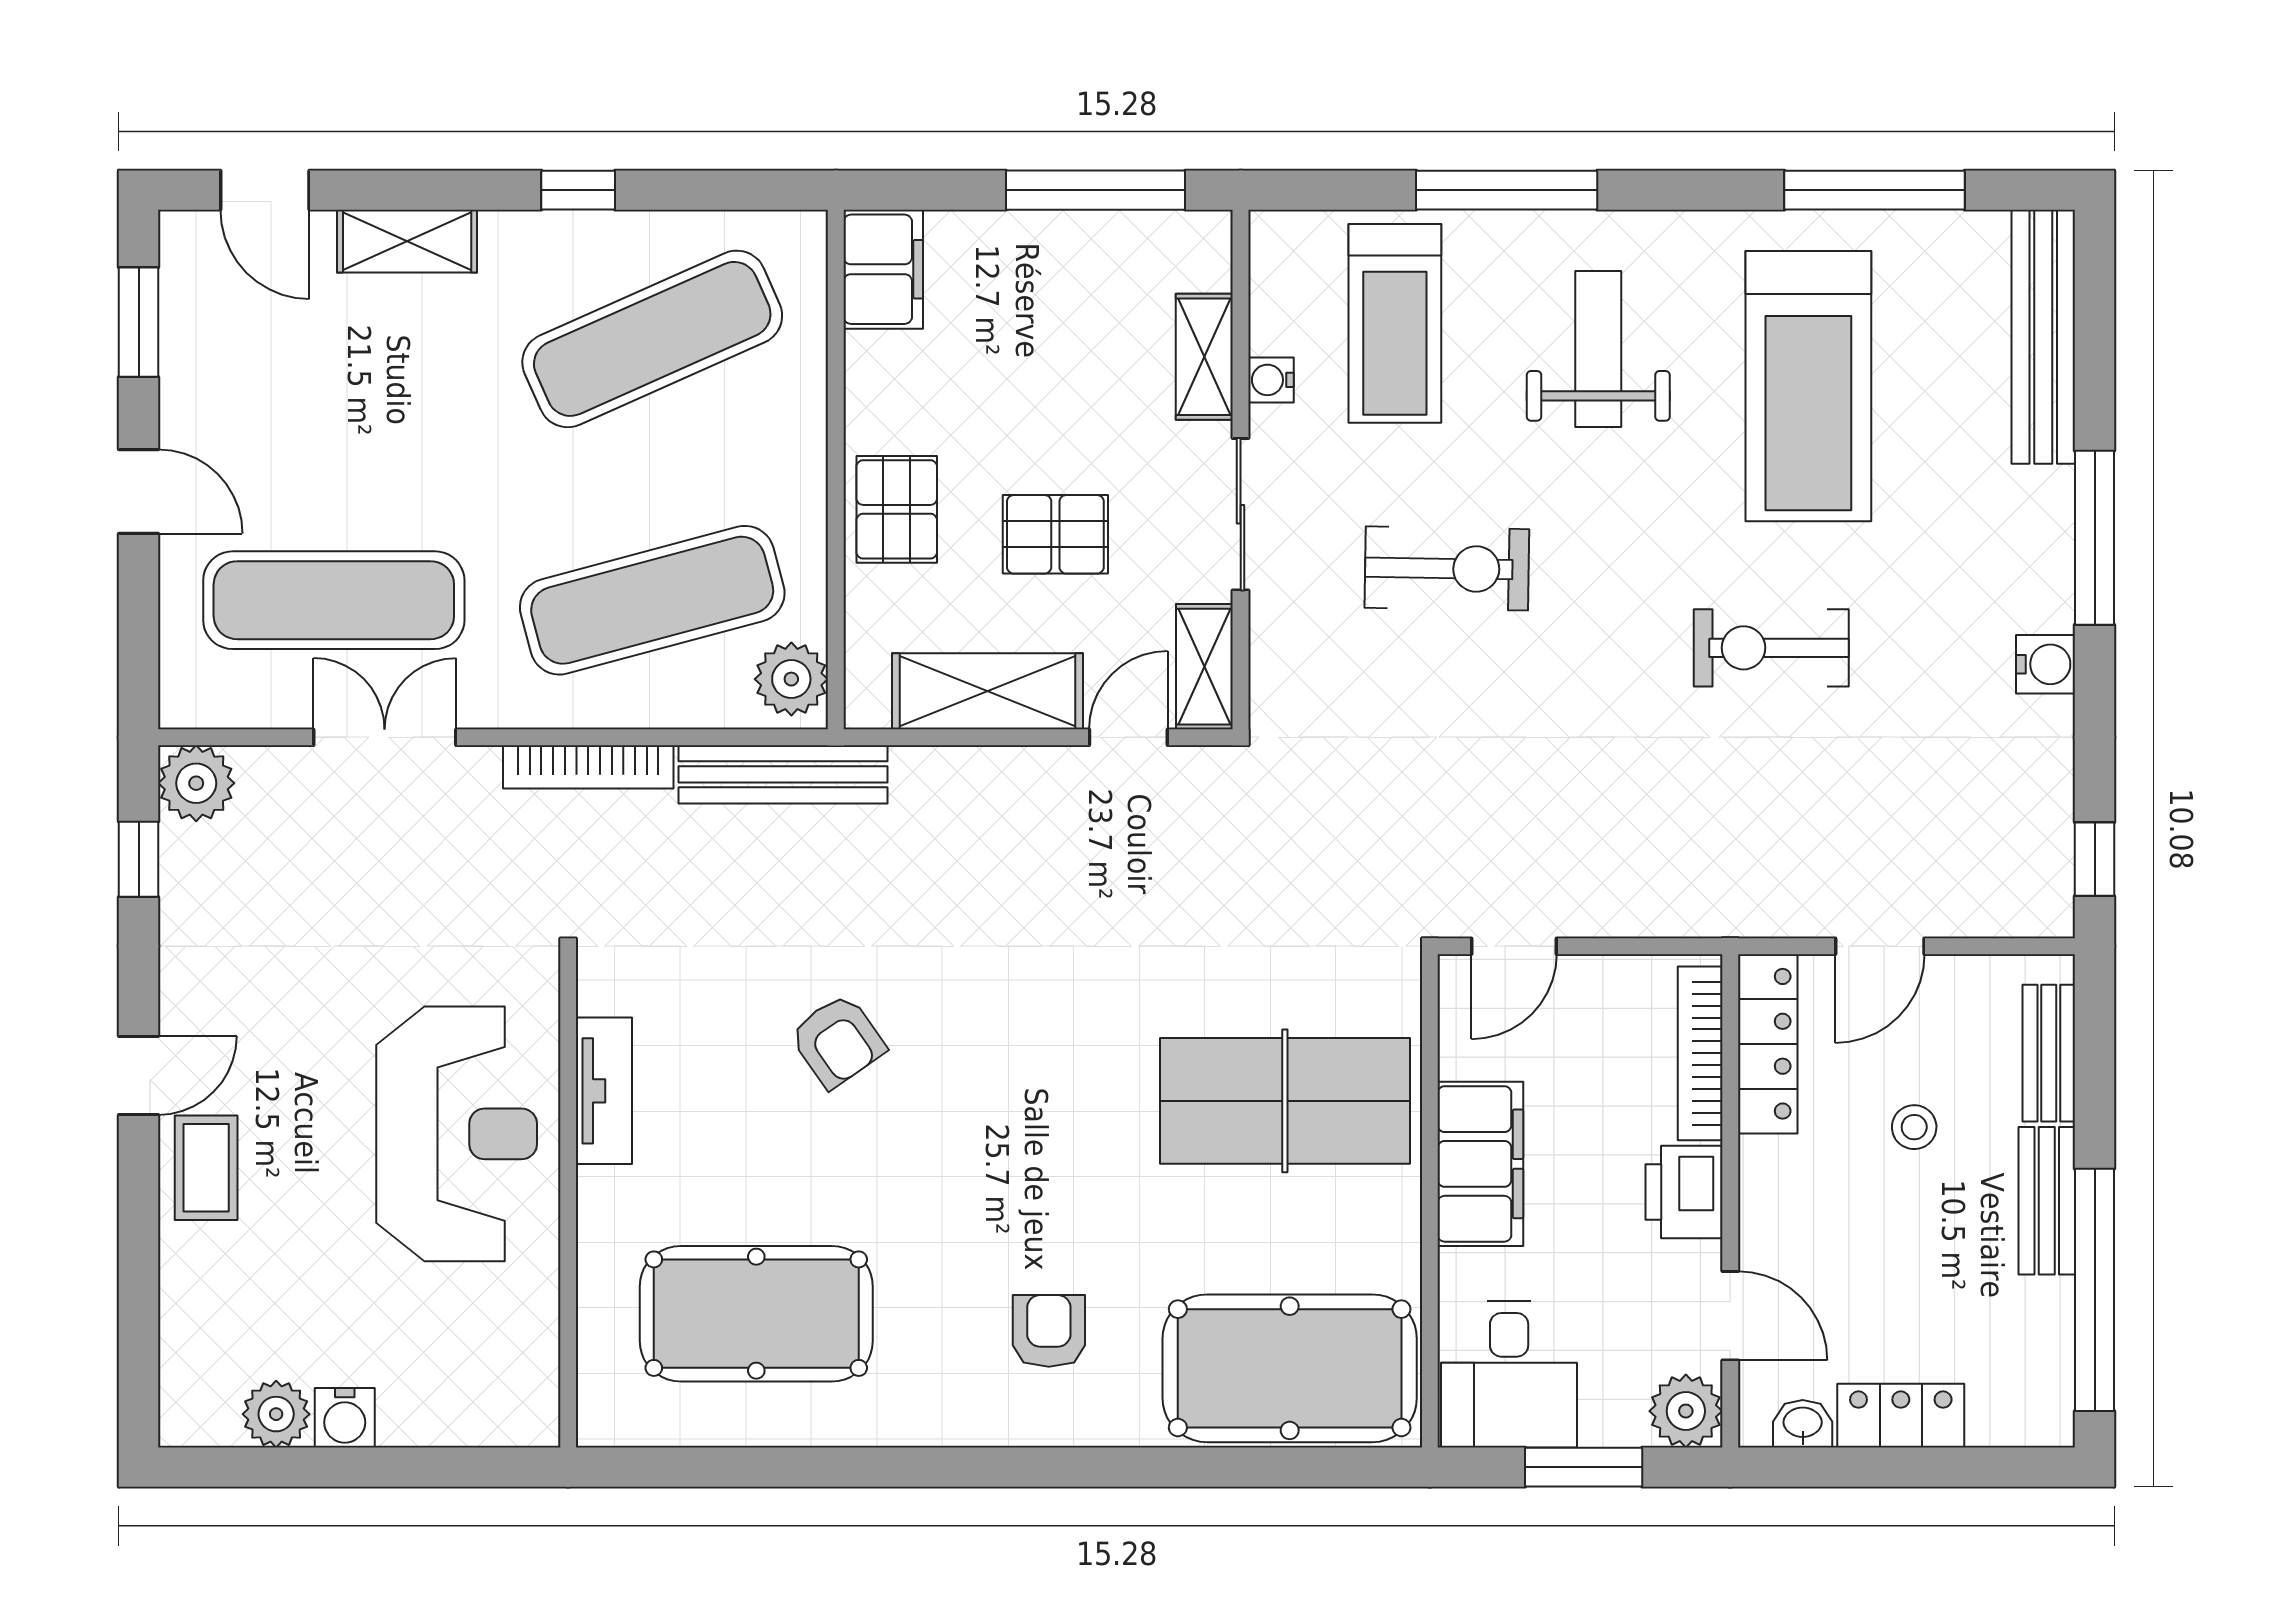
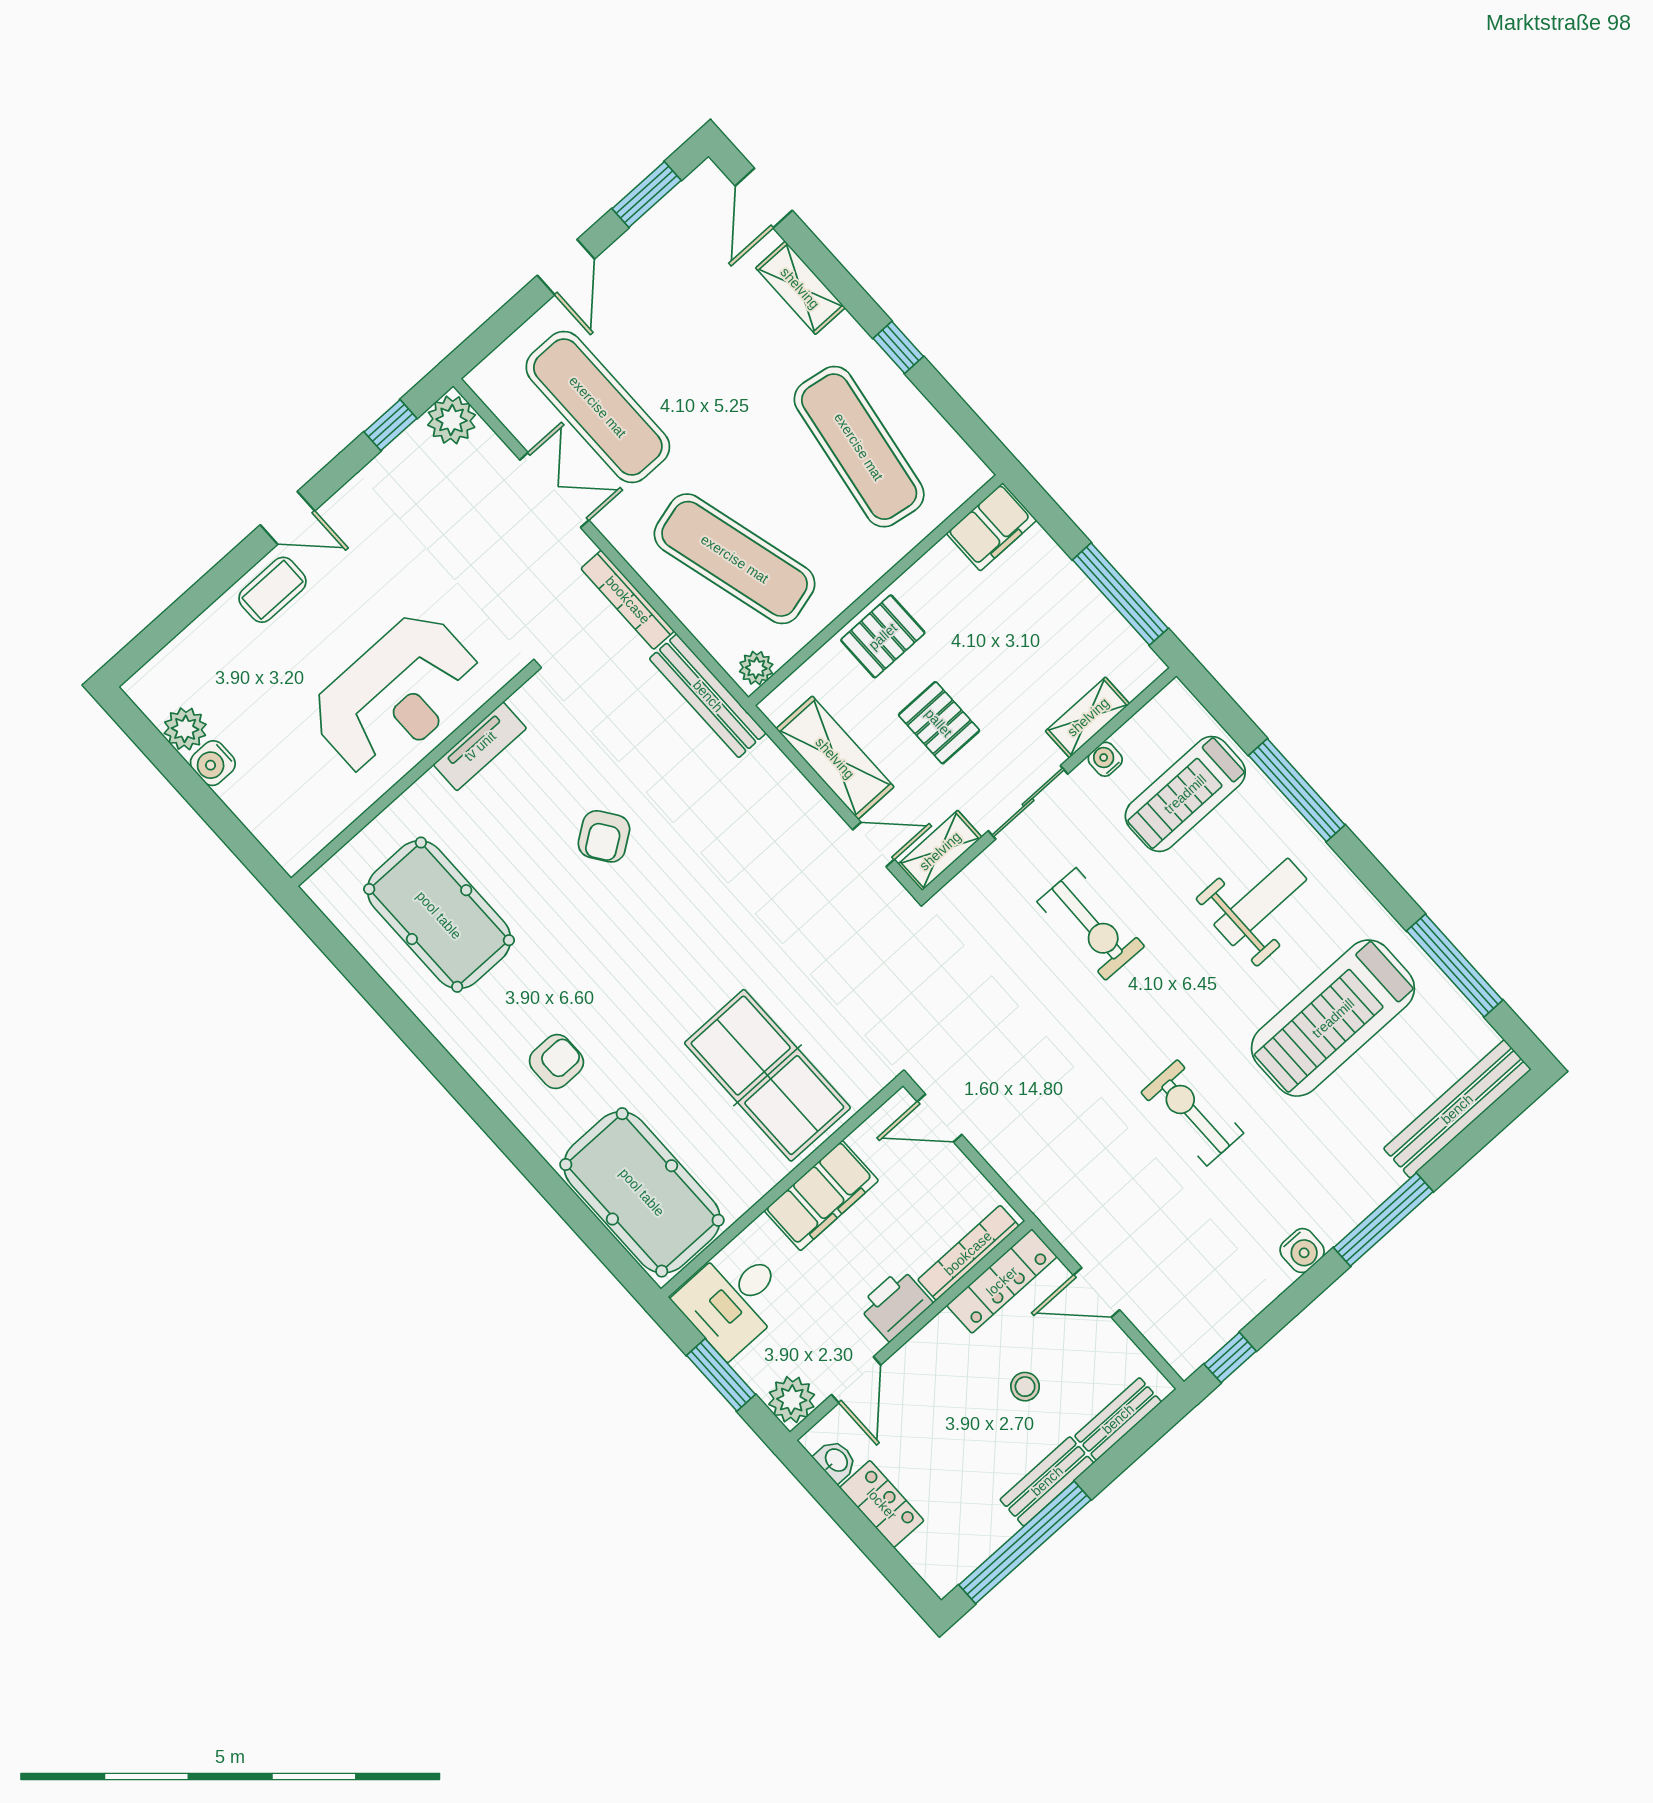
exercise mat: (652, 339) -> (859, 447), turned 33
plant: (791, 679) -> (756, 668), width x0.73, depth x0.73

